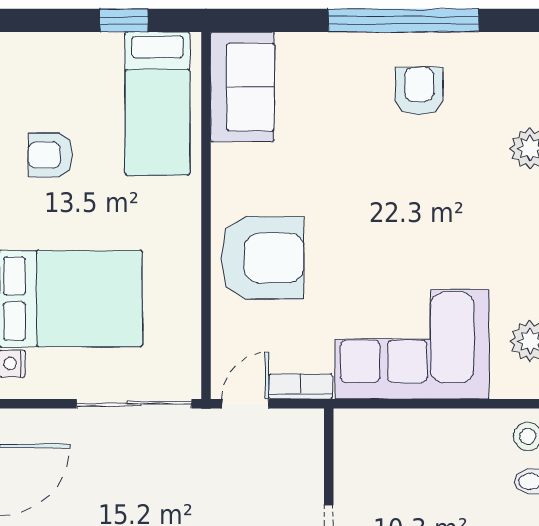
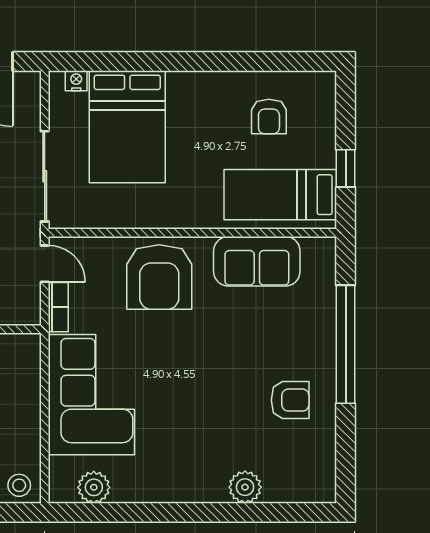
window: (404, 20) -> (346, 344), moved
sofa: (242, 87) -> (257, 261), moved
armchair: (51, 155) -> (269, 117), moved, turned 180

